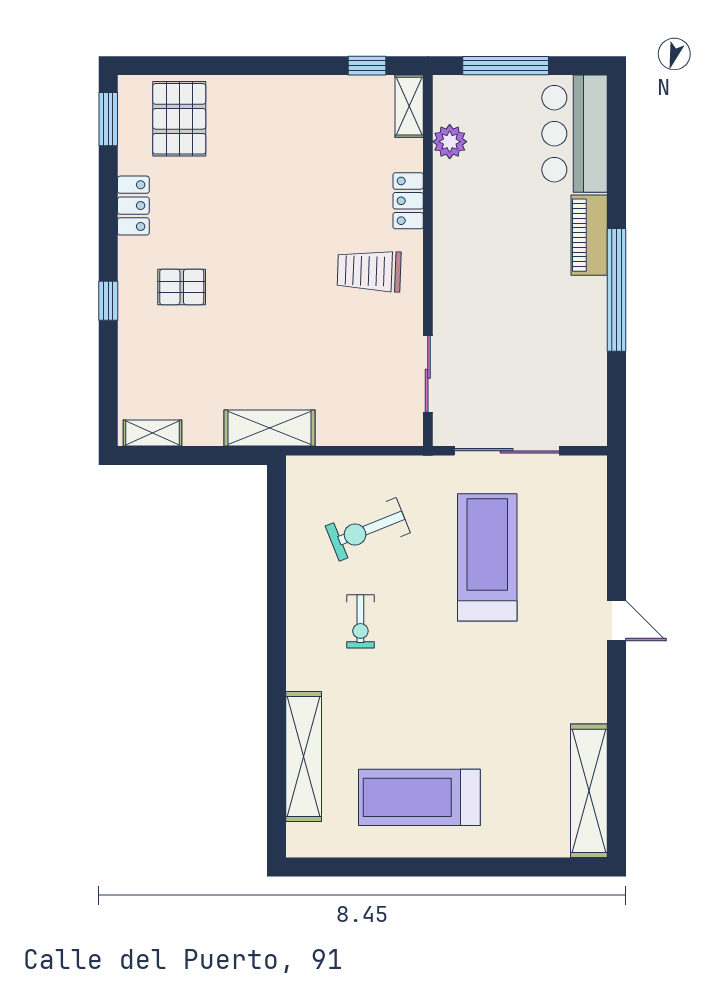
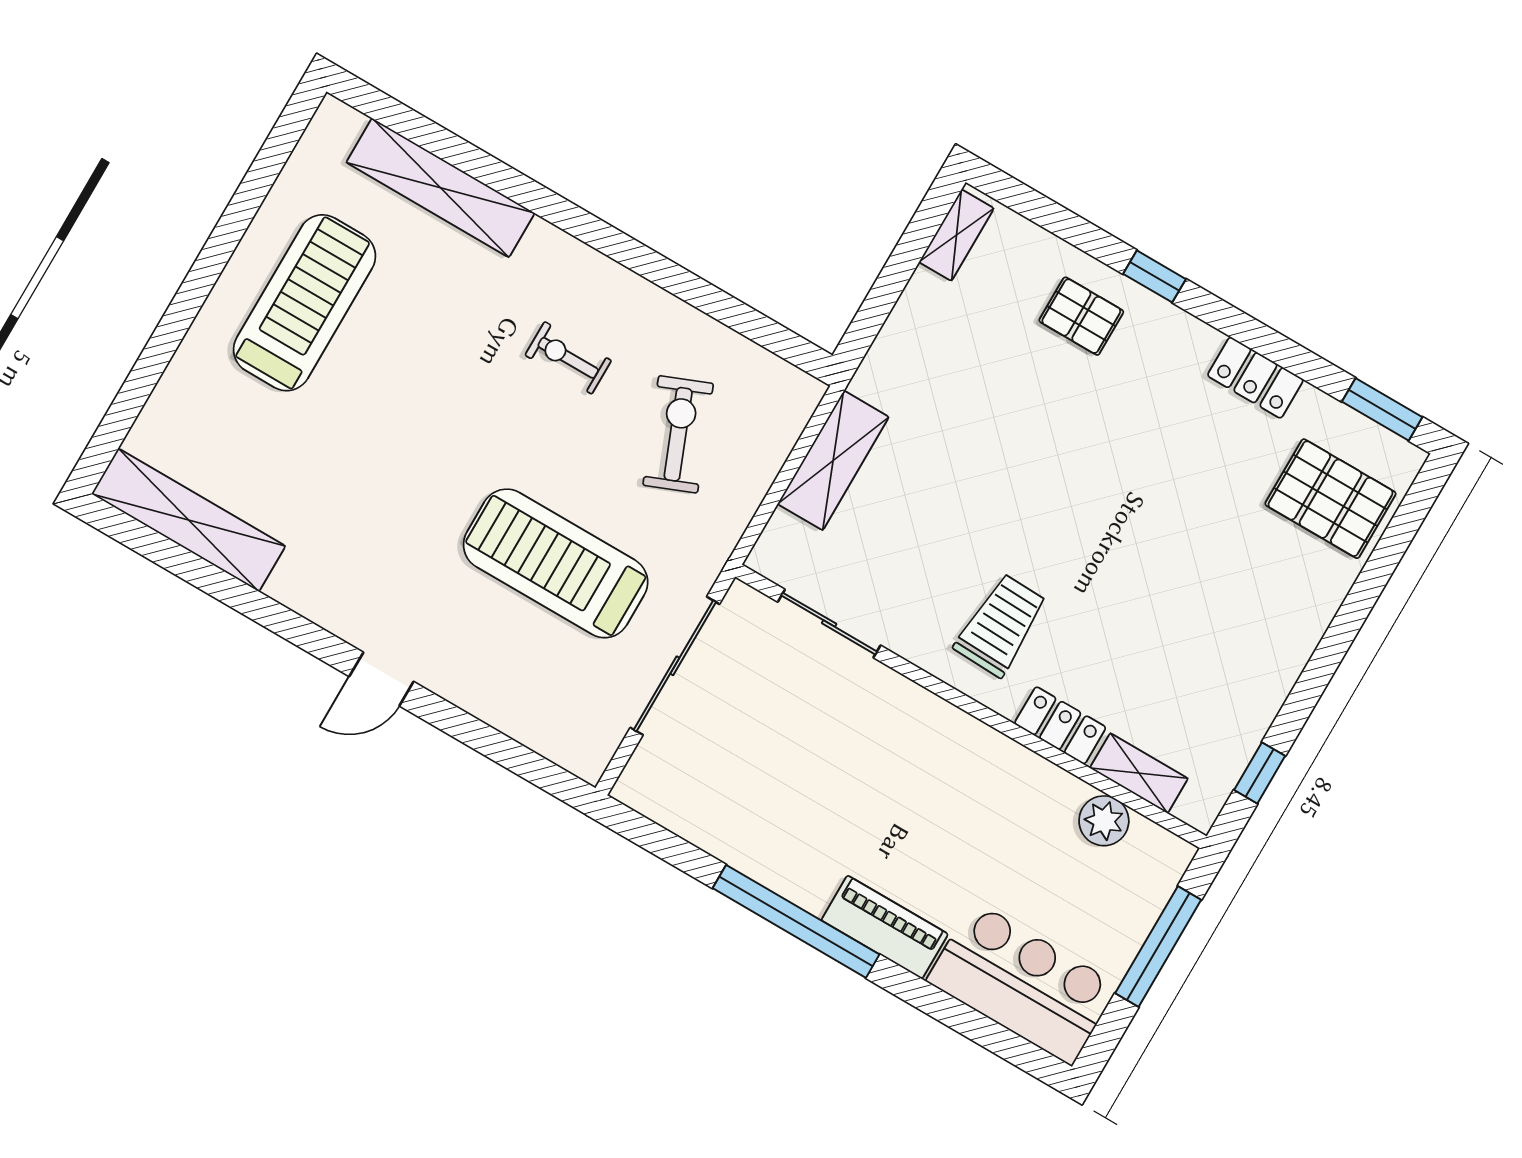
shelving: (409, 106) -> (1139, 773), moved
pallet: (182, 287) -> (1081, 316), moved, turned 90
shelving: (269, 428) -> (833, 460), moved
treadmill: (487, 557) -> (556, 563), turned 180

